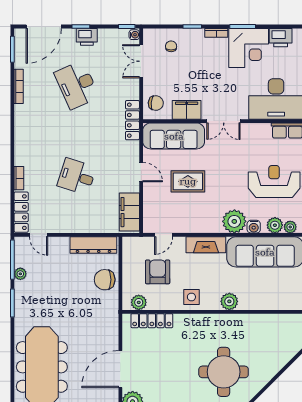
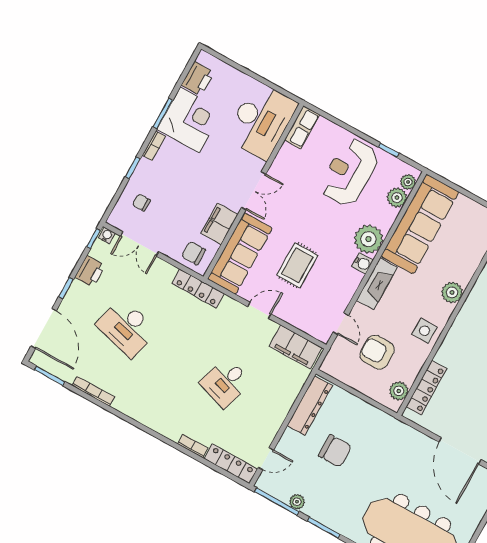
printer: (87, 37) -> (90, 271), moved
desk: (77, 85) -> (127, 328), turned 39
chair: (156, 103) -> (194, 253), turned -96
water cooler: (254, 227) -> (363, 263), moved
chair: (105, 280) -> (335, 451), moved, turned -90

